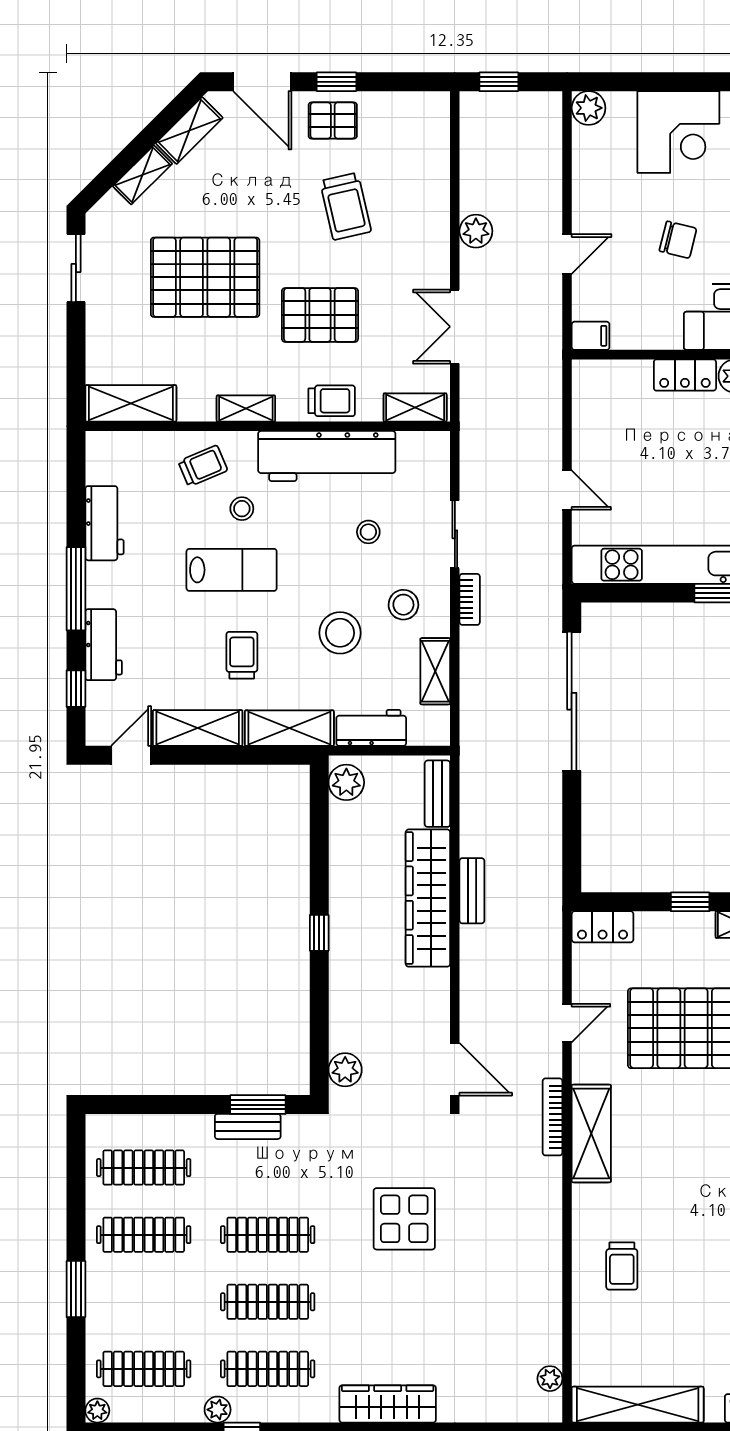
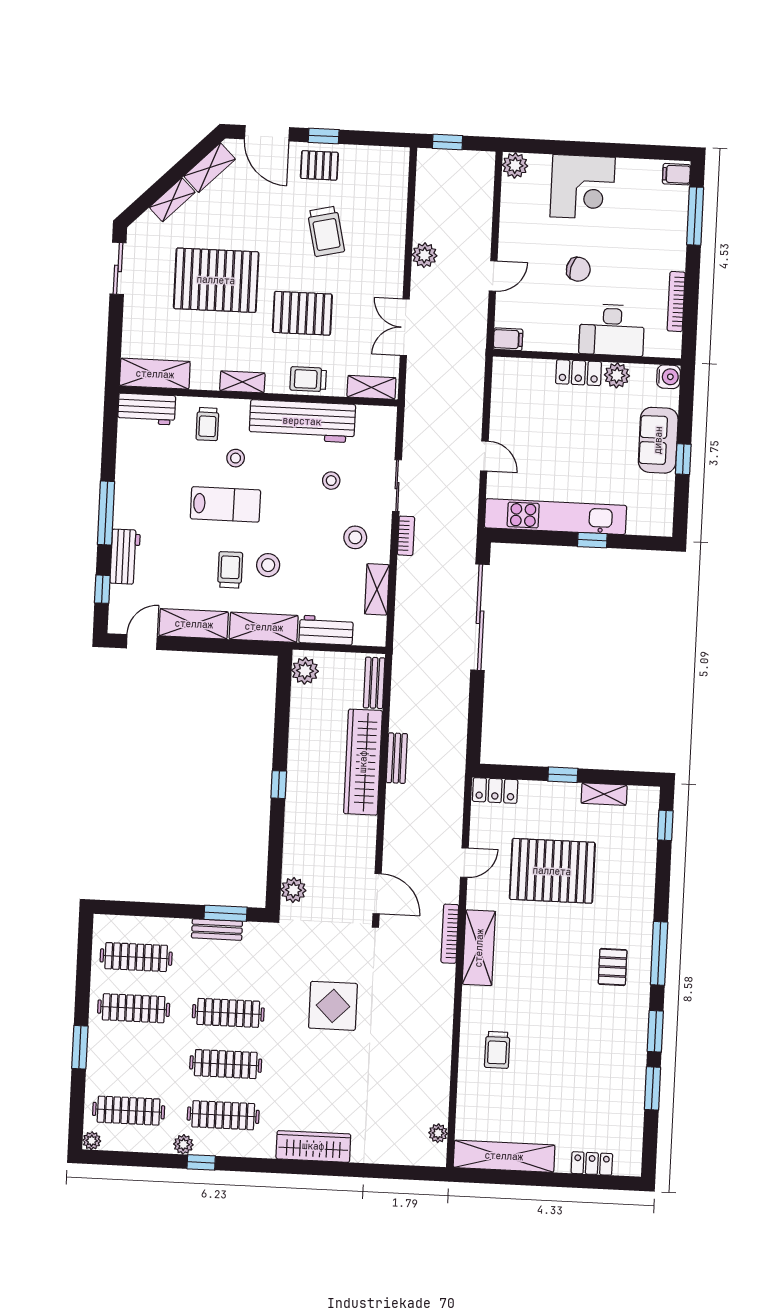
trolley: (332, 401) -> (308, 379), turned 180
trolley: (203, 466) -> (207, 424), turned 113
workbench: (104, 523) -> (147, 409), moved, turned 90
stool: (340, 633) -> (268, 565), moved, width x0.73, depth x0.73

